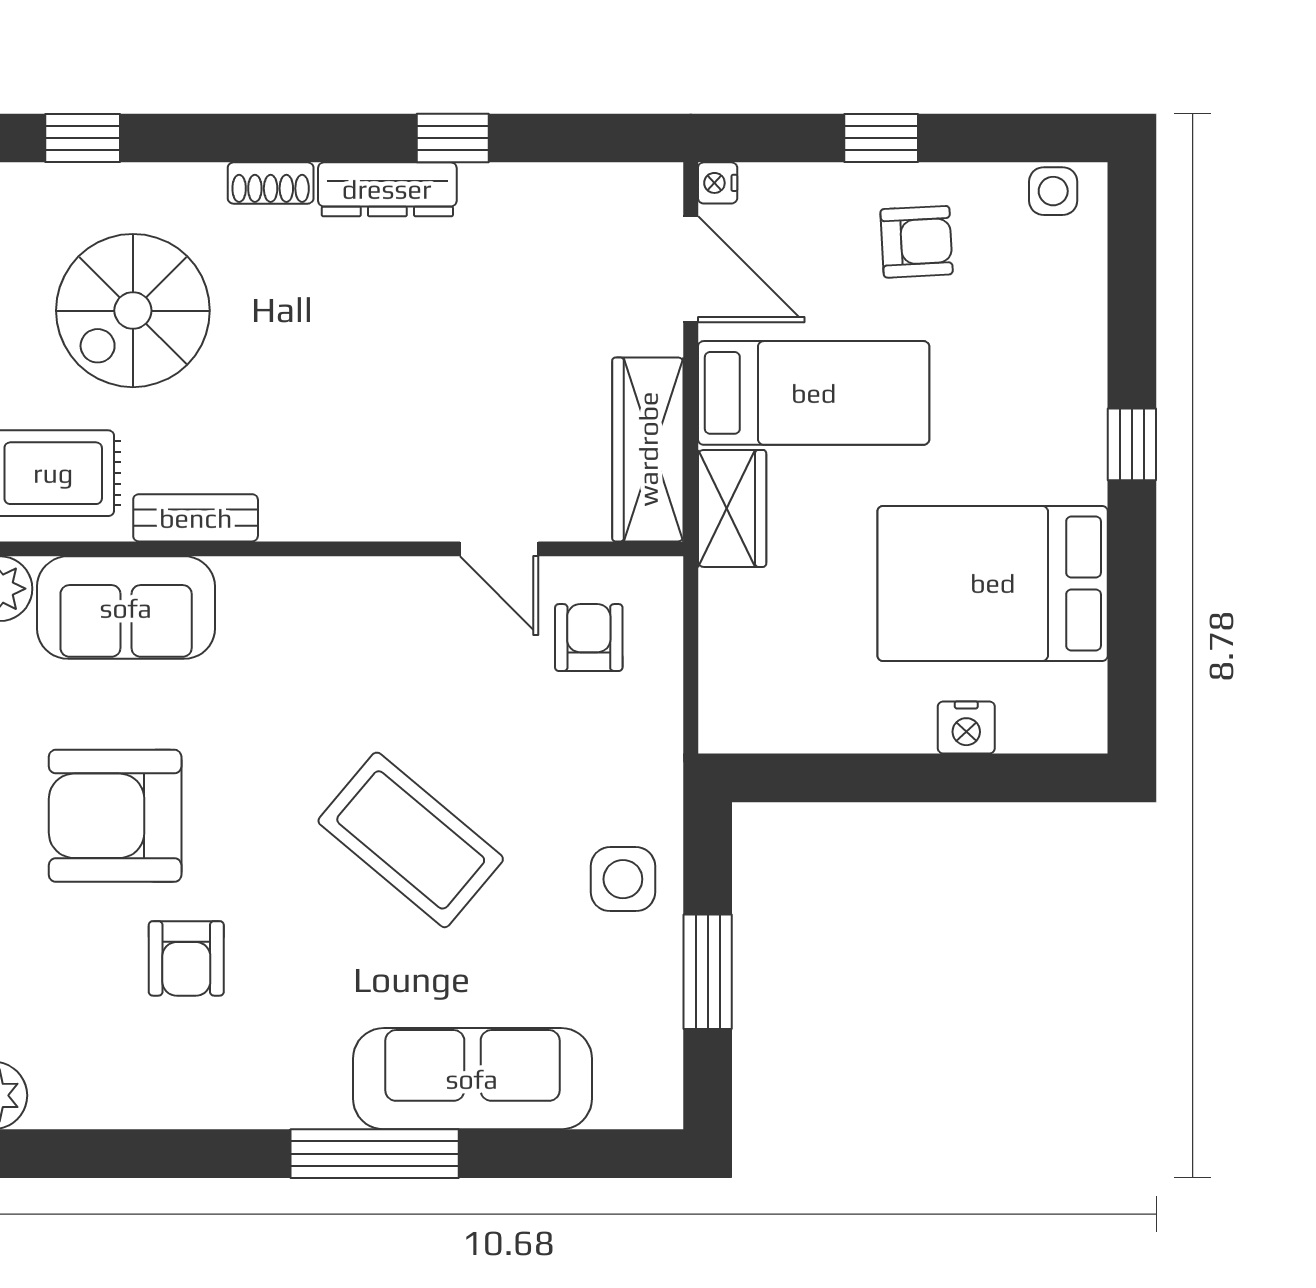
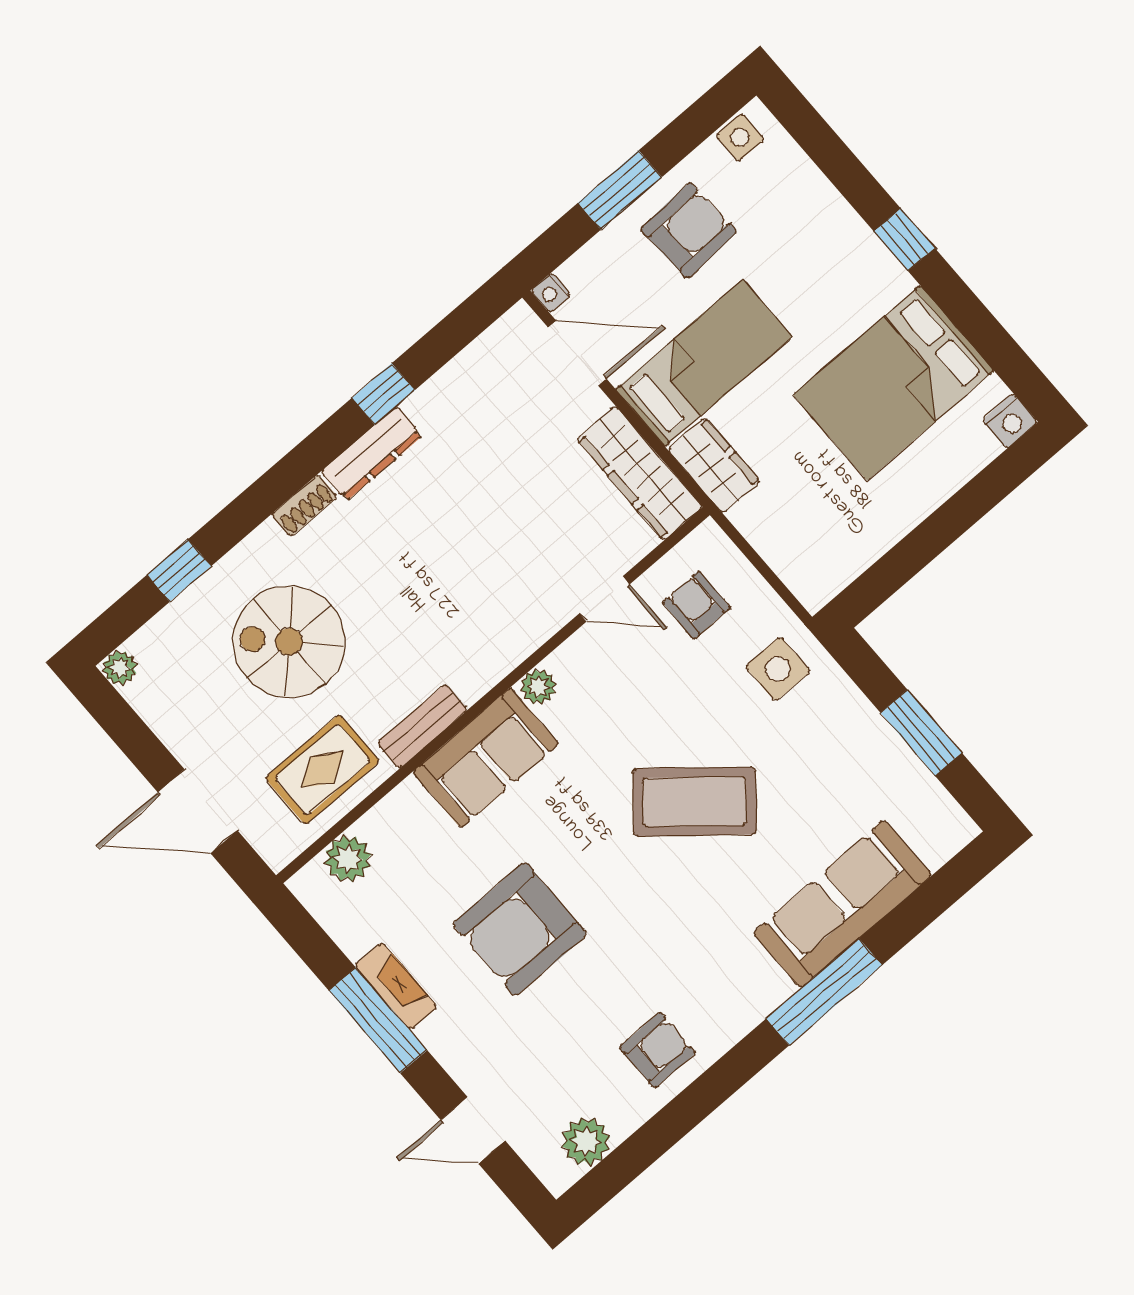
window: (881, 138) -> (620, 190), width x1.50
armchair: (917, 242) -> (689, 230), width x1.38, depth x1.38
spiral stairs: (133, 311) -> (289, 642), turned 90
plant: (351, 581) -> (538, 687), added
sofa: (126, 608) -> (486, 758), moved
nightstand: (966, 727) -> (1010, 421), moved
side table: (623, 879) -> (778, 669), moved
armchair: (186, 958) -> (657, 1050), moved, turned -90

